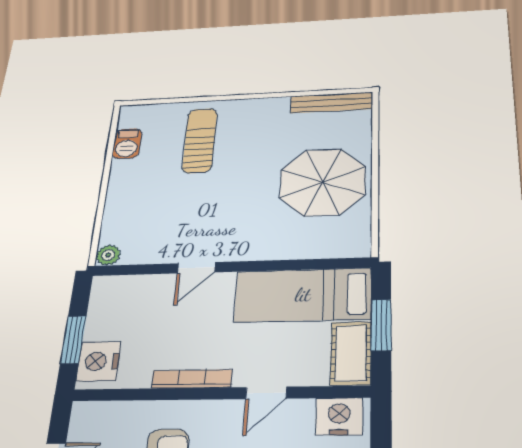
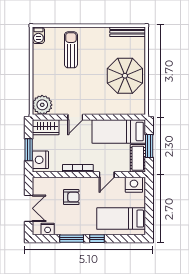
barbecue: (127, 144) -> (38, 35), moved
plant: (108, 255) -> (42, 105), width x1.87, depth x1.87
wardrobe: (122, 291) -> (46, 127), added

